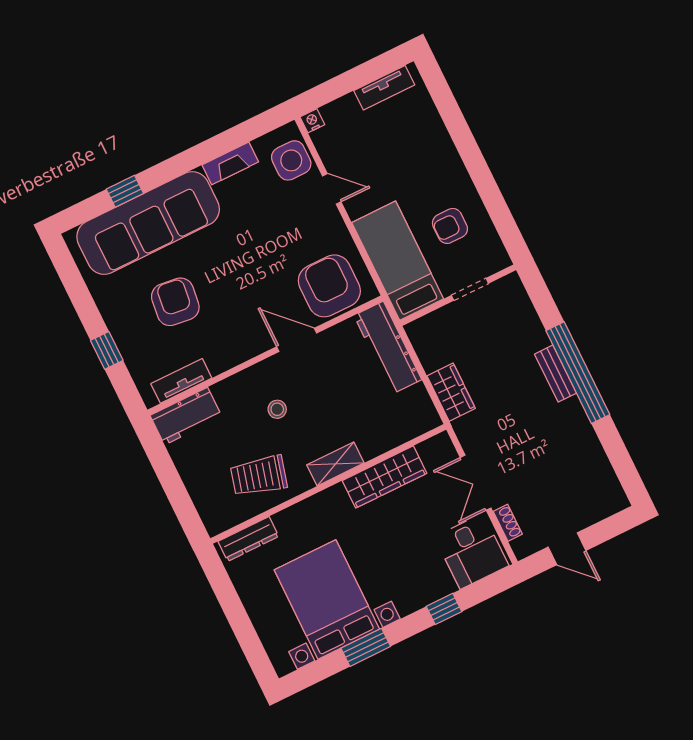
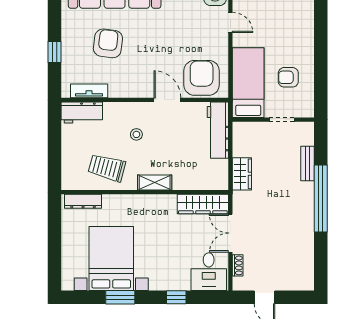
bench: (555, 374) -> (308, 163), moved
wardrobe: (385, 477) -> (203, 204), moved

